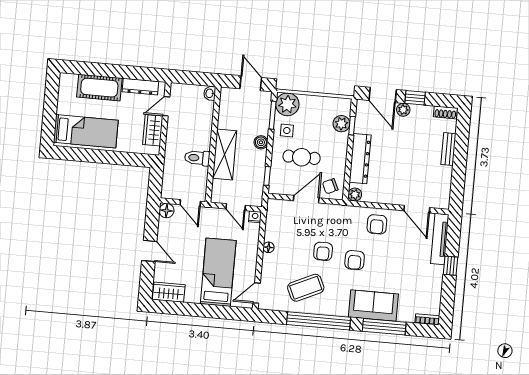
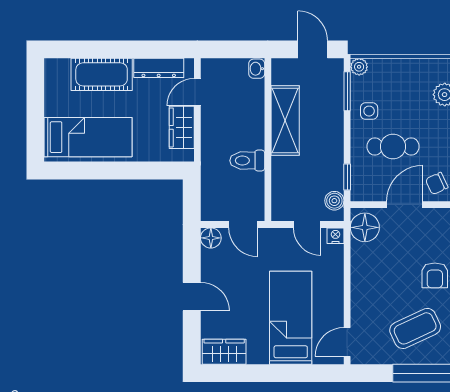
plant: (287, 104) -> (359, 67), width x0.53, depth x0.53
boiler: (261, 142) -> (334, 201), moved
shelving: (225, 154) -> (285, 121), moved
floor lamp: (269, 247) -> (365, 227), moved, width x1.89, depth x1.89

